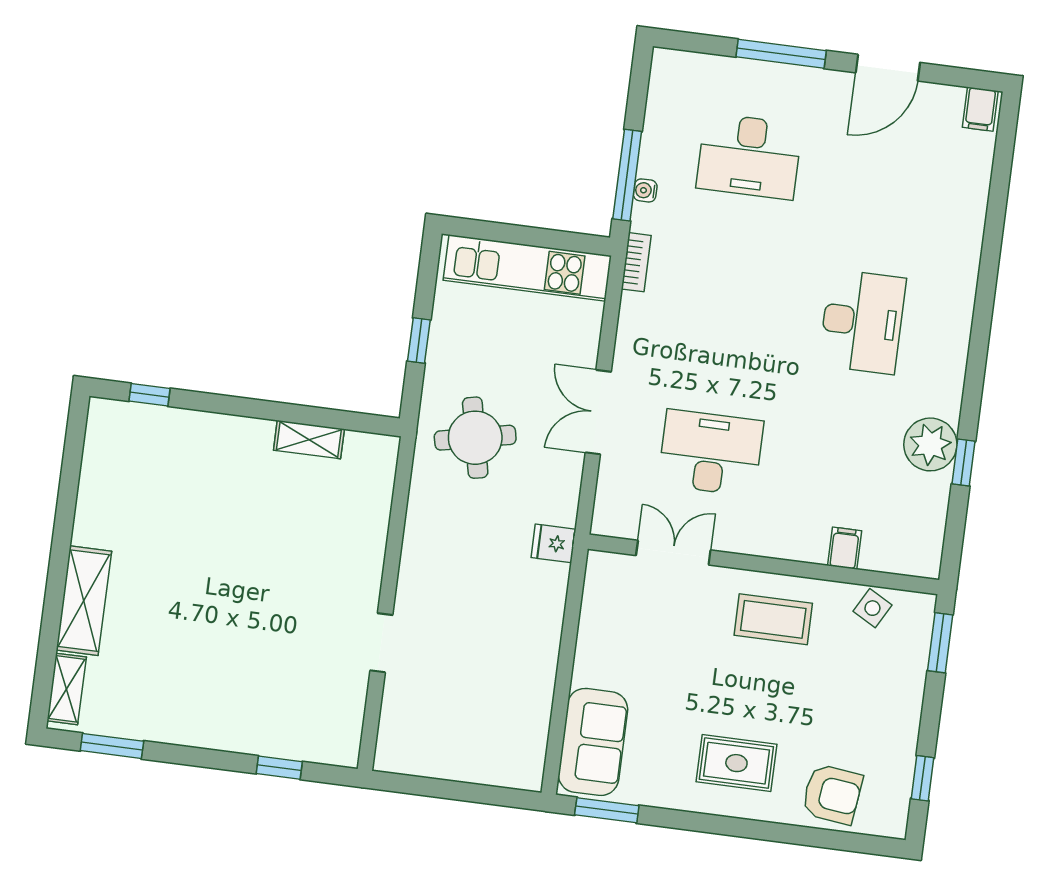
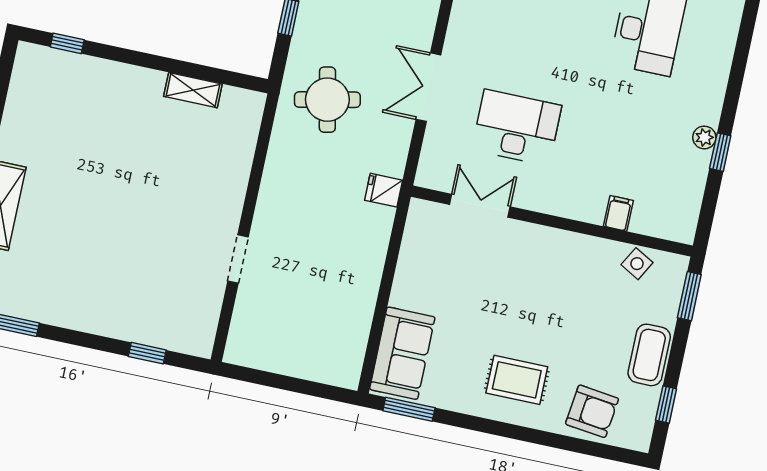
plant: (930, 444) -> (704, 137), width x0.53, depth x0.53
coffee table: (773, 619) -> (649, 355), moved, turned 90

